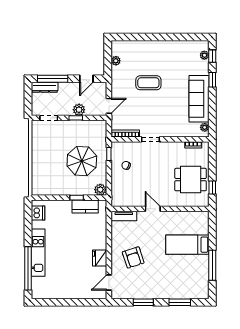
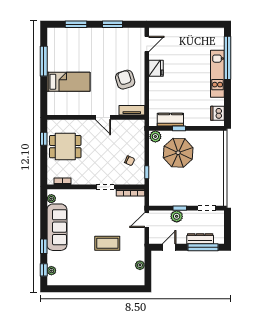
dresser: (45, 87) -> (200, 239), moved
parasol: (82, 161) -> (178, 153), moved
armchair: (133, 257) -> (125, 80), moved

